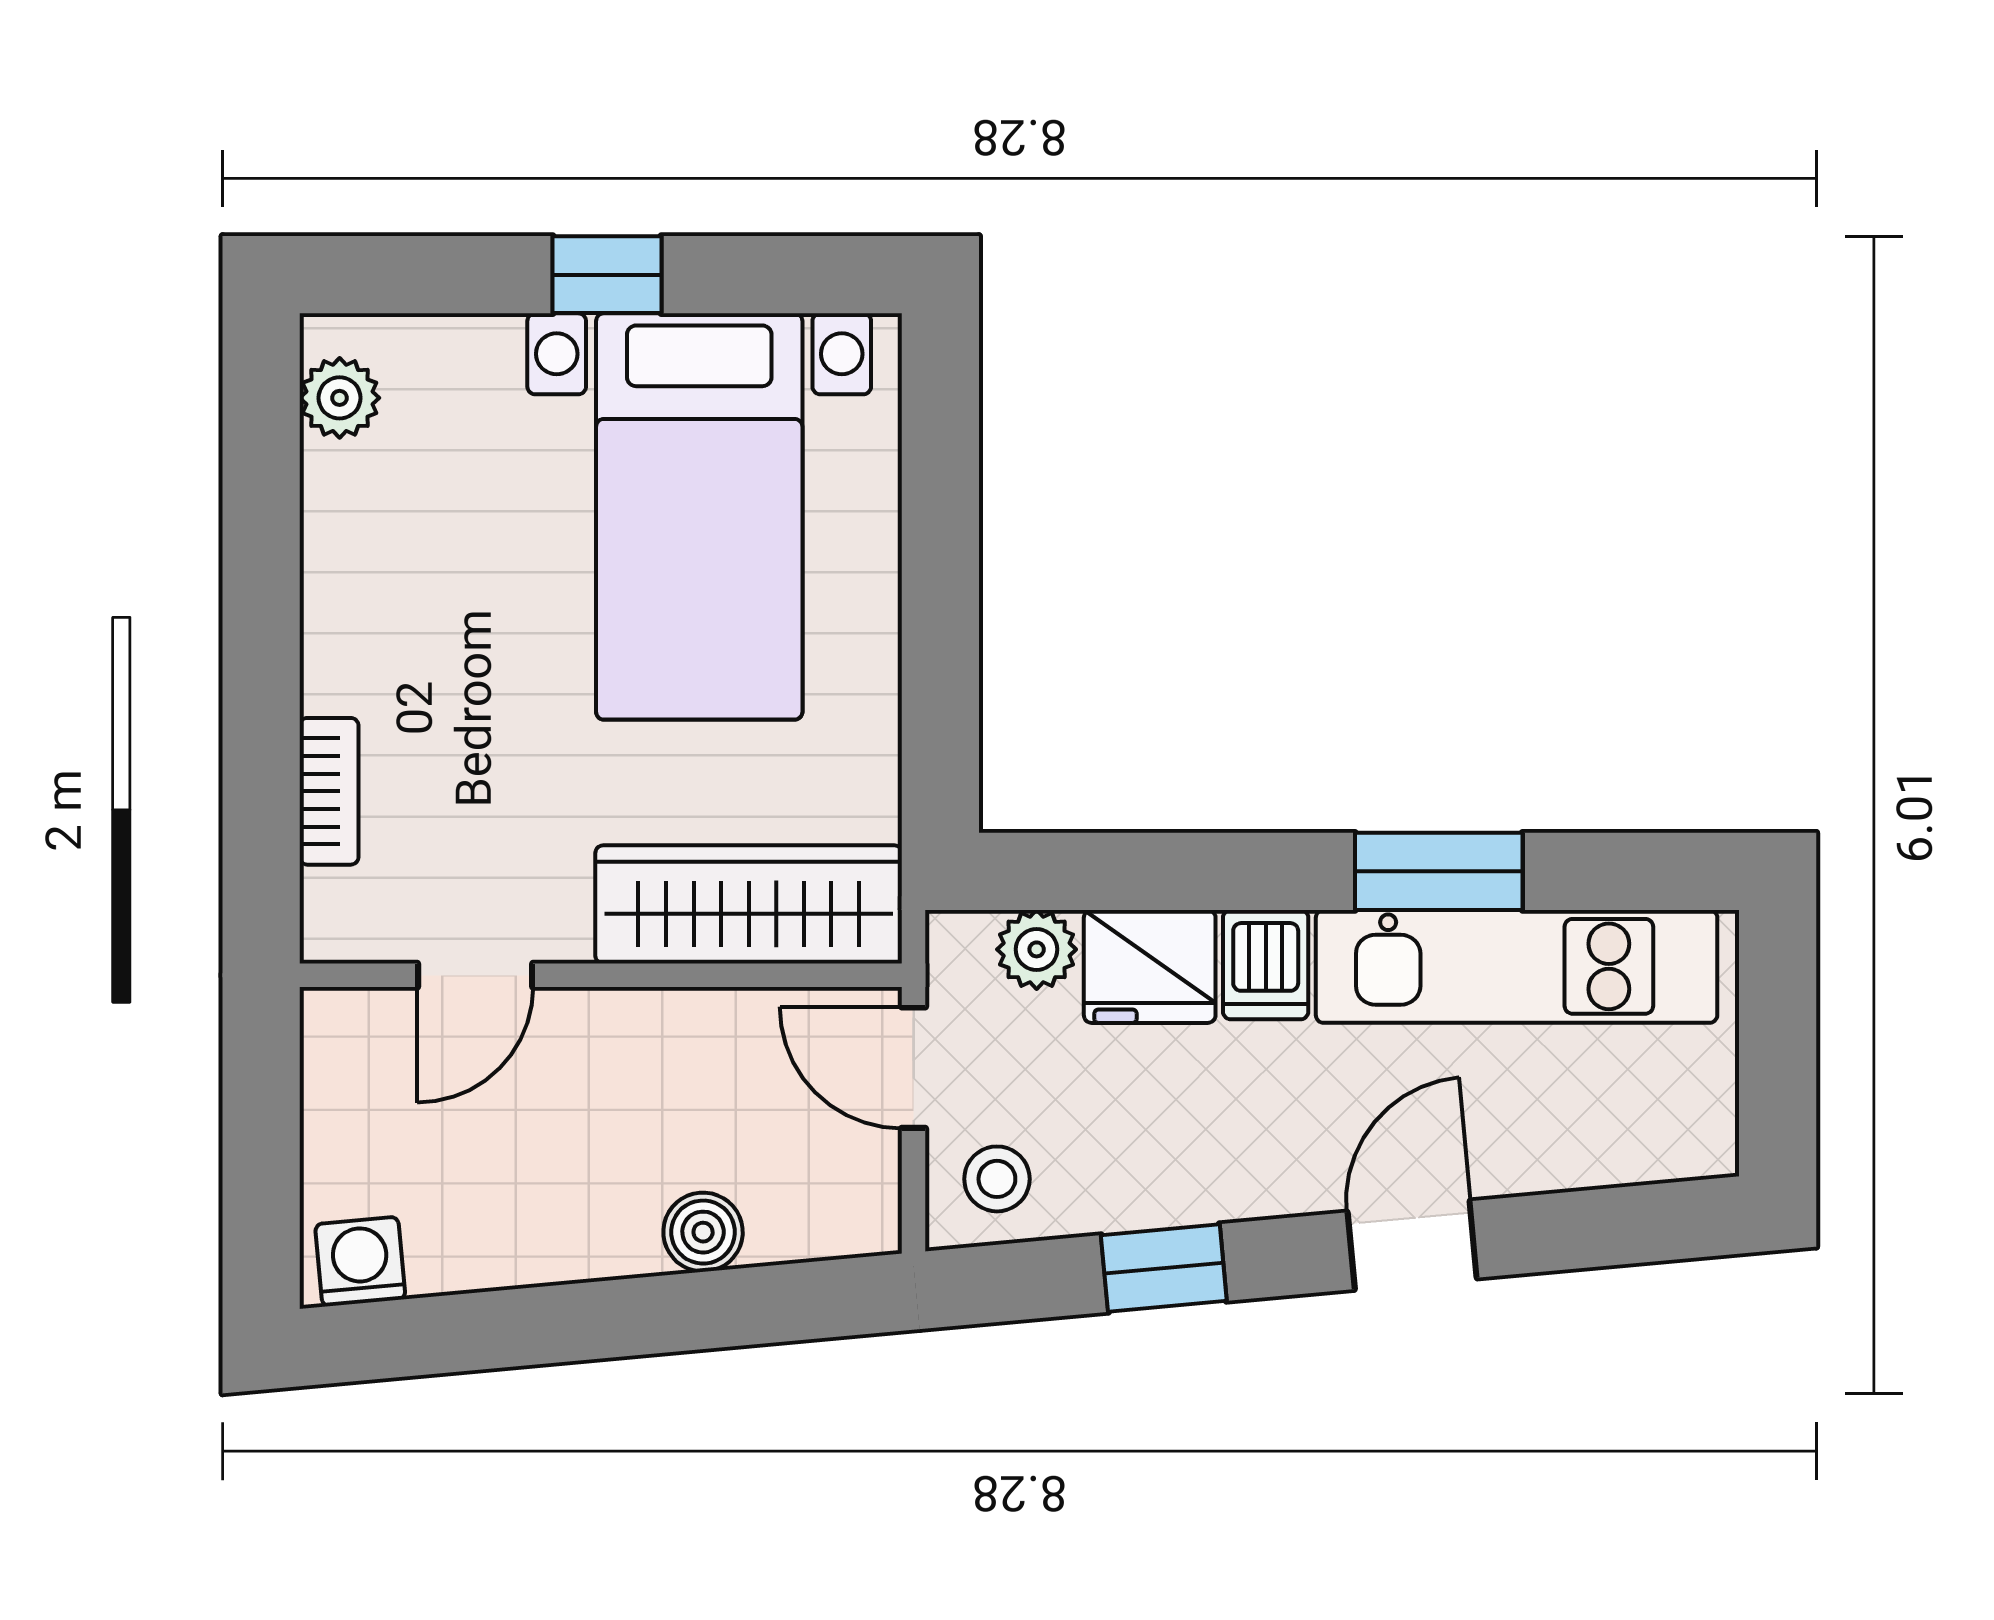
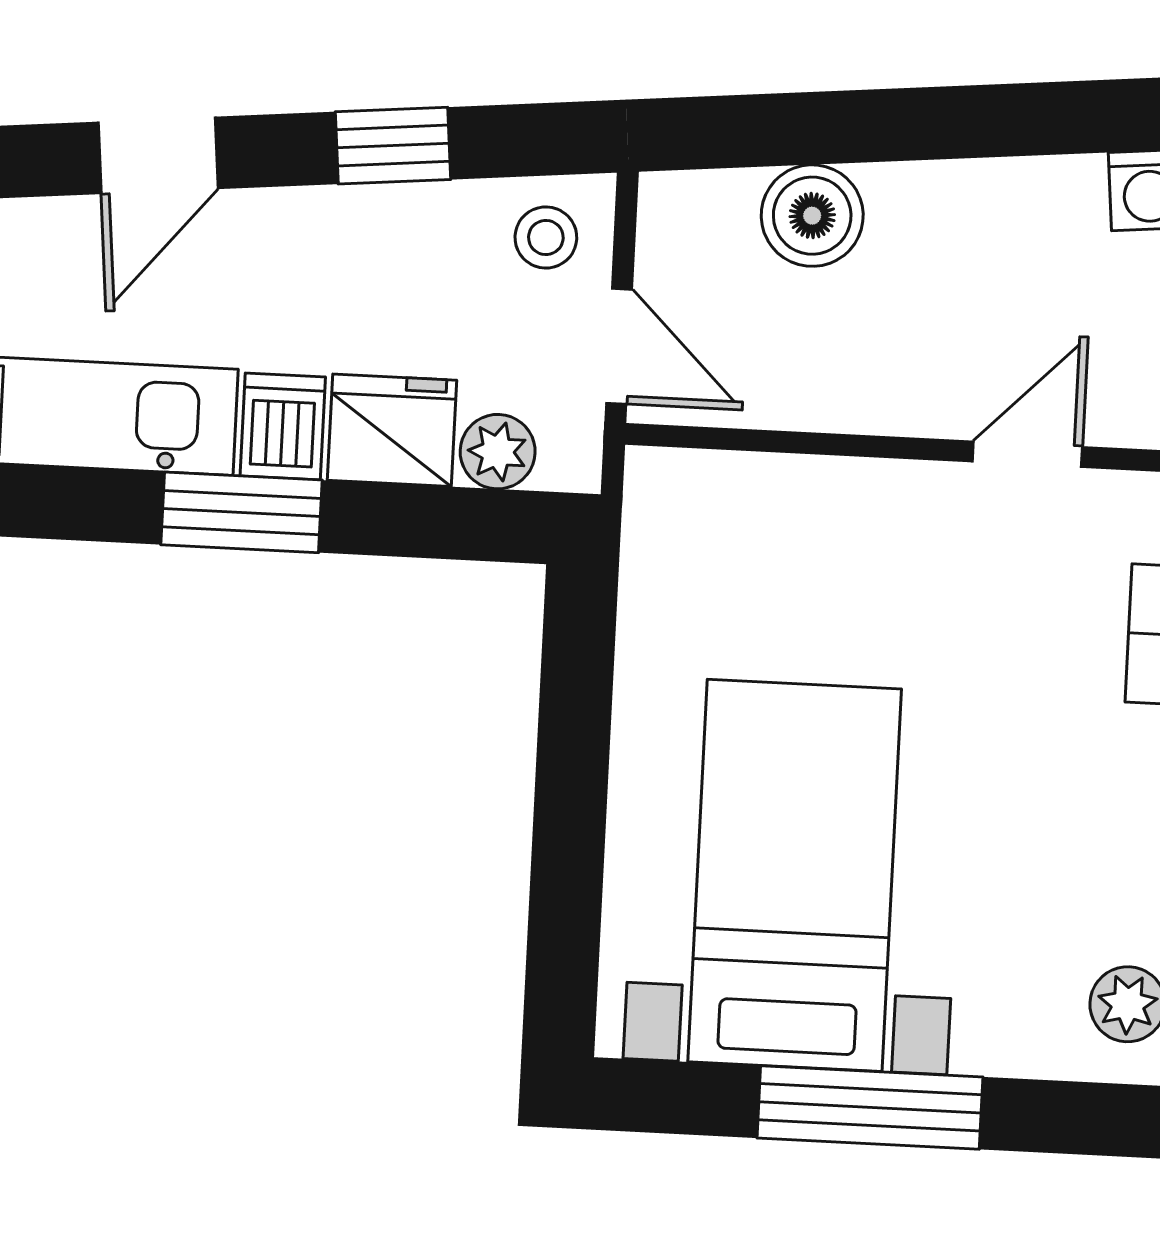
window: (607, 275) -> (870, 1107), width x2.17
window: (1439, 871) -> (242, 512), moved
wardrobe: (749, 904) -> (767, 508), removed
boiler: (703, 1232) -> (812, 216), width x1.36, depth x1.36

